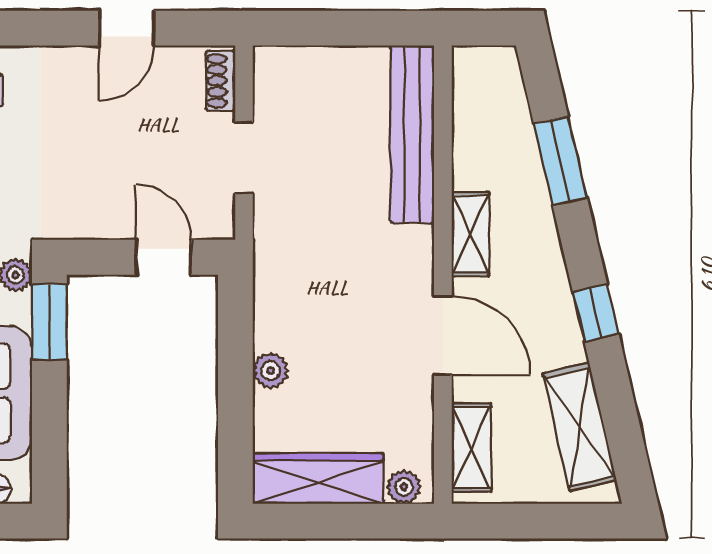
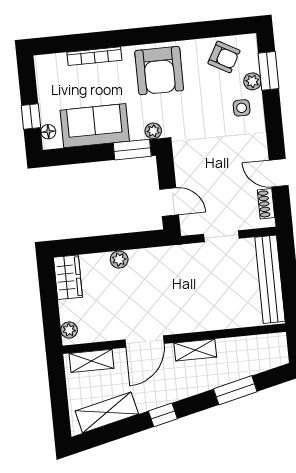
shoe rack: (221, 81) -> (266, 204), moved, turned -90
bench: (412, 134) -> (270, 279), moved, turned 90
door: (164, 257) -> (169, 202), hinge flipped
wardrobe: (318, 478) -> (68, 277), width x0.67

